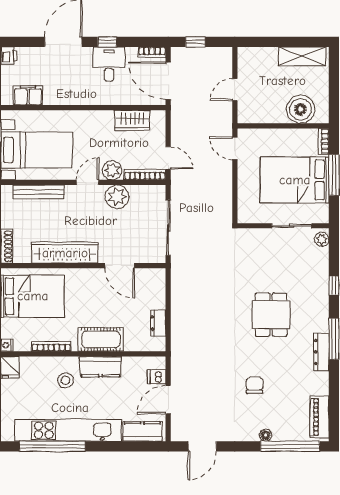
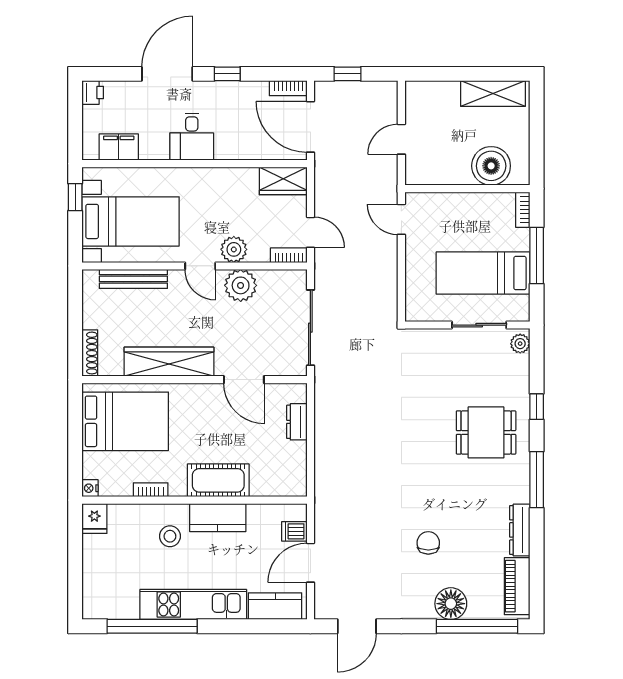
desk: (109, 64) -> (192, 137), moved, turned 180
wardrobe: (132, 120) -> (283, 181), moved
bookcase: (145, 175) -> (289, 255), width x0.64
bed: (295, 180) -> (483, 273), width x0.67
door: (88, 182) -> (200, 266), swing flipped
dining table: (271, 315) -> (486, 432), moved, turned 90
dresser: (158, 323) -> (297, 422), moved
bookcase: (51, 346) -> (151, 490), width x0.64
dresser: (321, 352) -> (520, 530), moved
kitchen unit: (68, 430) -> (193, 604), width x0.73
floor lamp: (266, 435) -> (451, 604), width x1.89, depth x1.89

